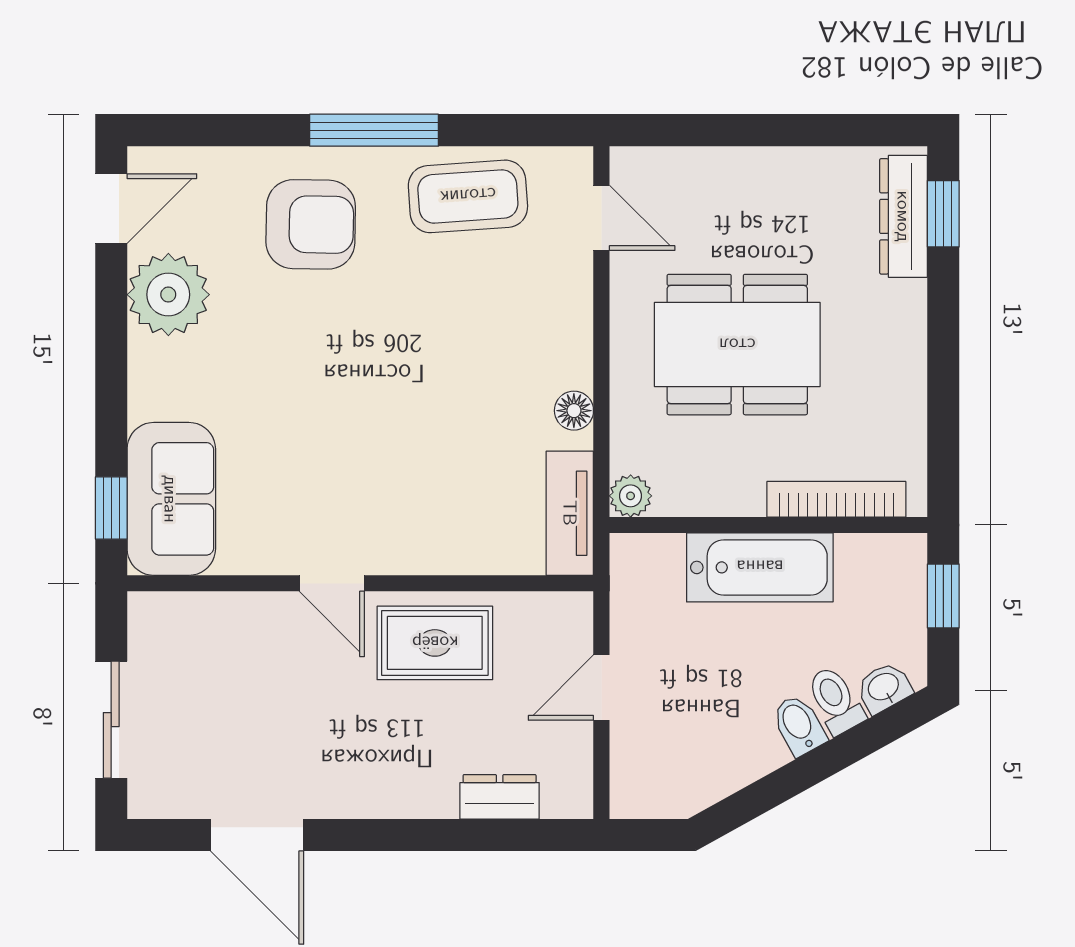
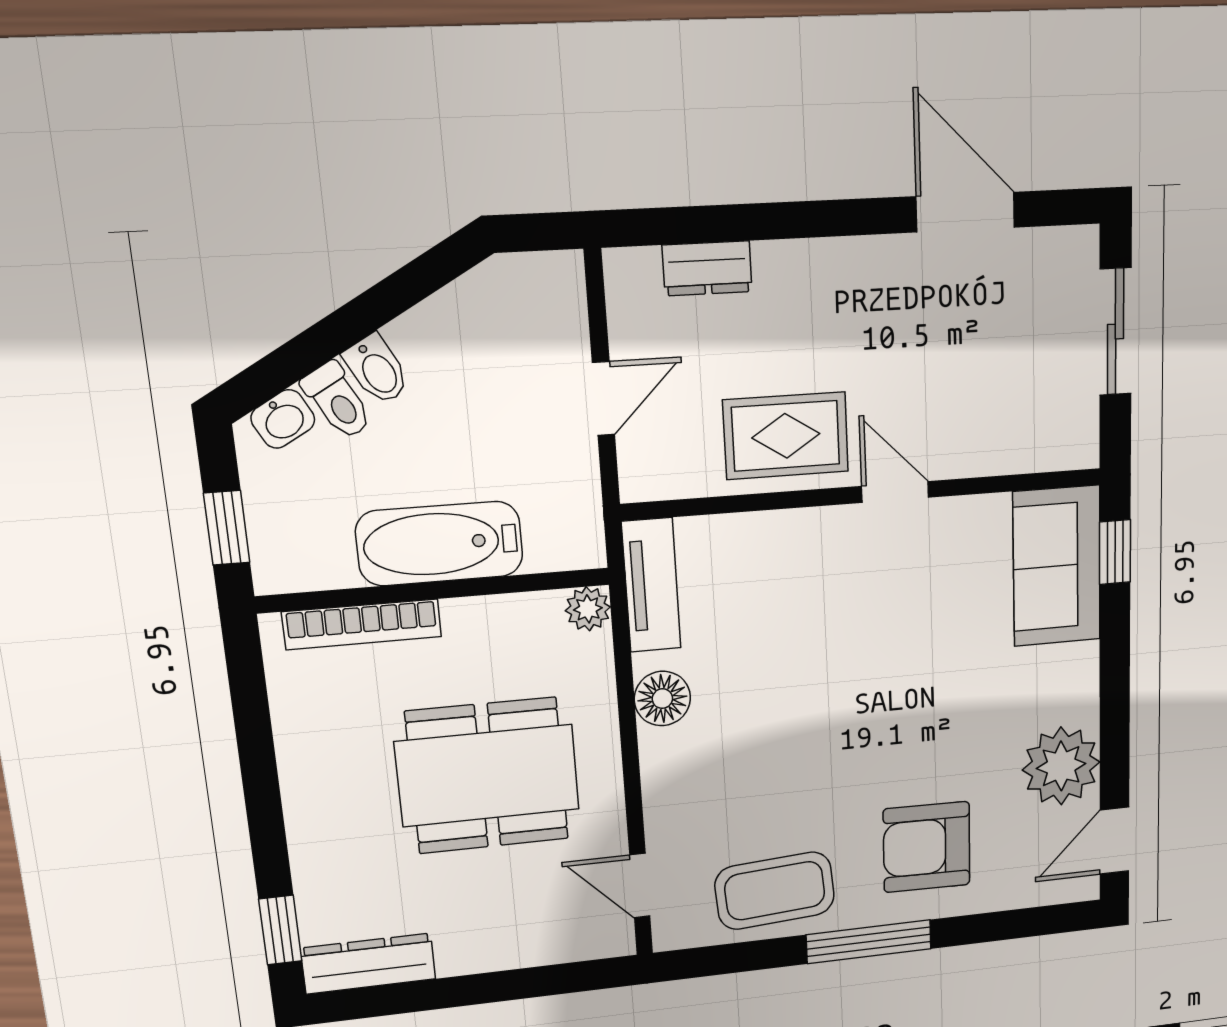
dresser: (904, 216) -> (368, 964), moved, turned -90
floor lamp: (574, 411) -> (662, 699), width x1.37, depth x1.37

